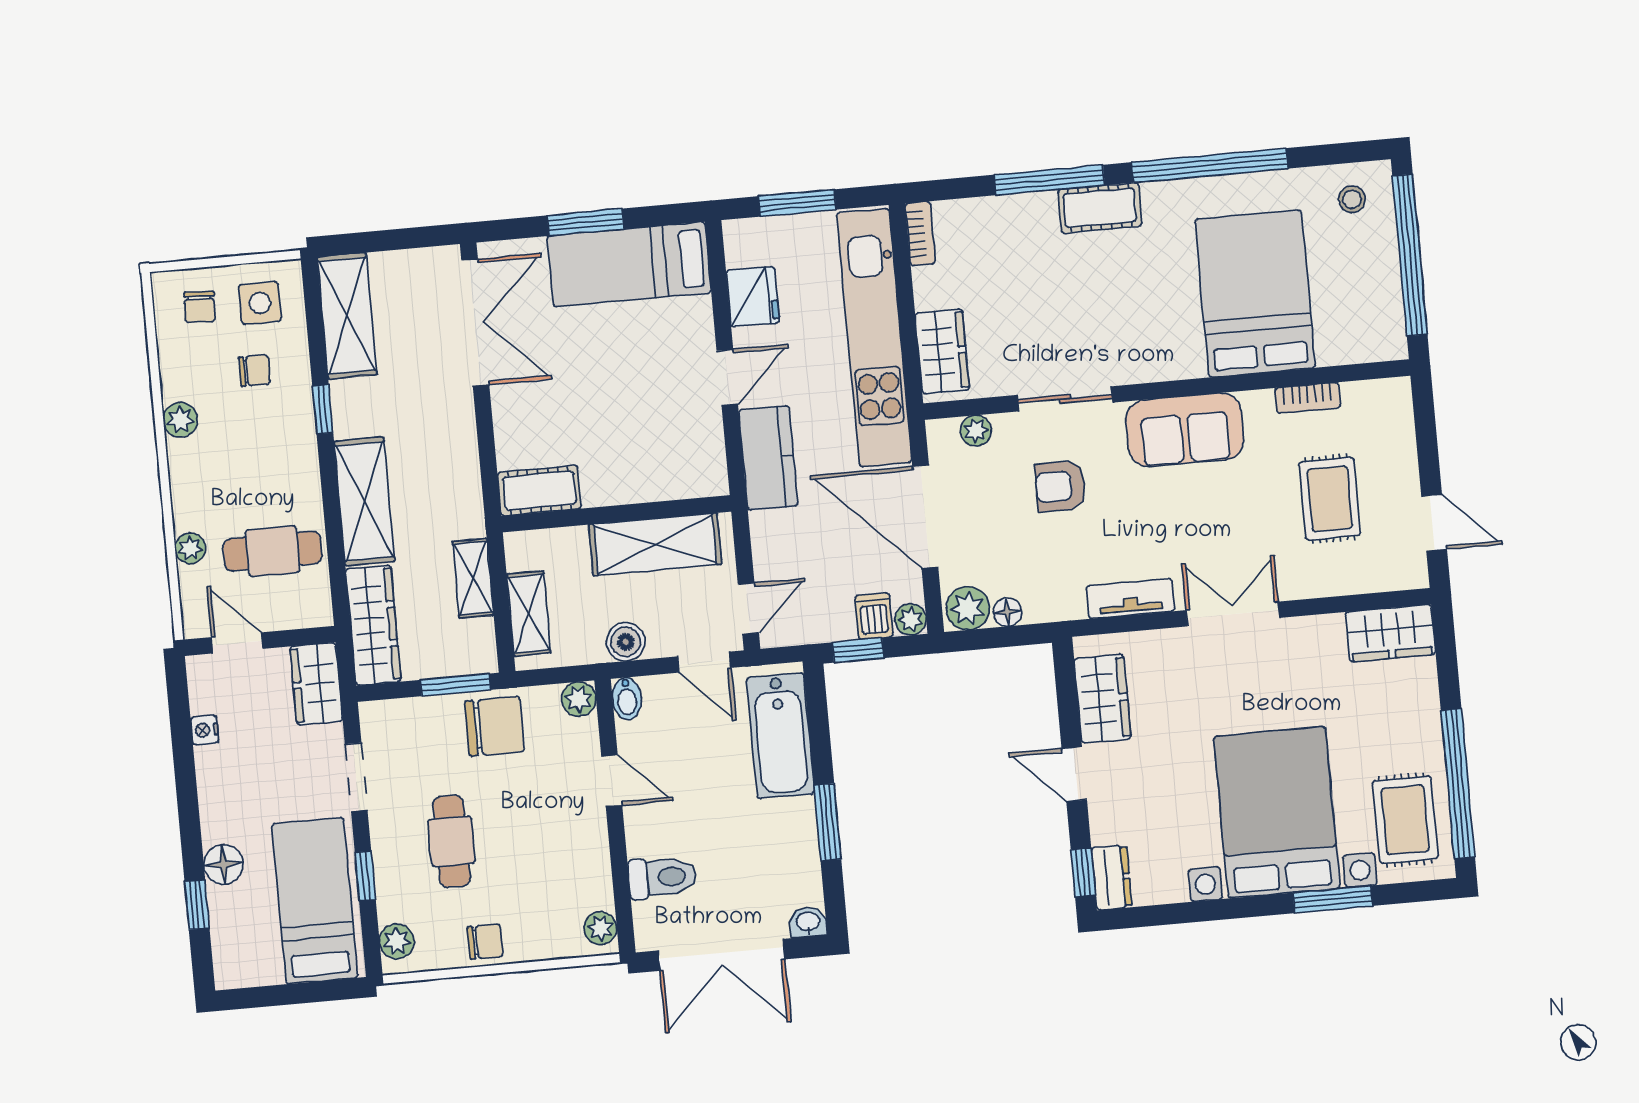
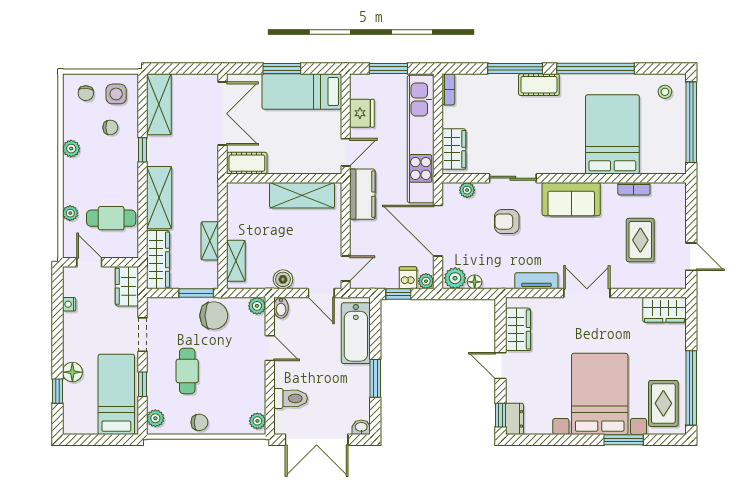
cot: (539, 491) -> (247, 163), moved
wall: (616, 514) -> (284, 178), moved
shelving: (655, 544) -> (302, 195), moved

